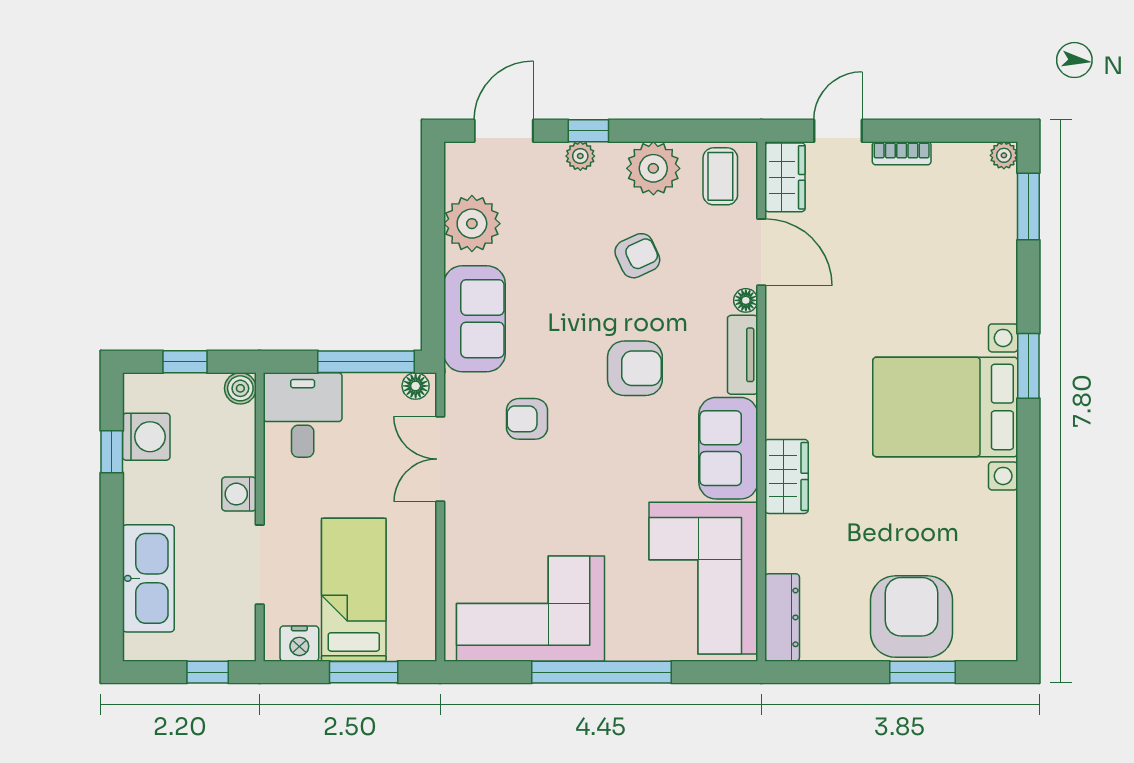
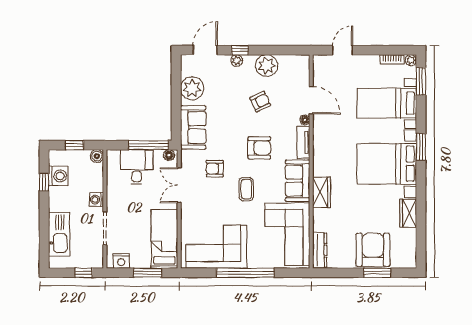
bookcase: (902, 153) -> (392, 59), moved
coffee table: (720, 176) -> (246, 189), moved
wardrobe: (785, 177) -> (408, 213), moved, turned 180
bed with nightstands: (945, 260) -> (387, 103), added
desk: (303, 415) -> (137, 167), moved
bed: (354, 590) -> (164, 239), moved

